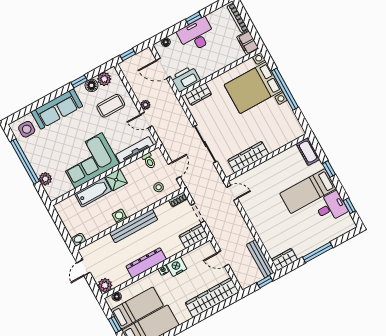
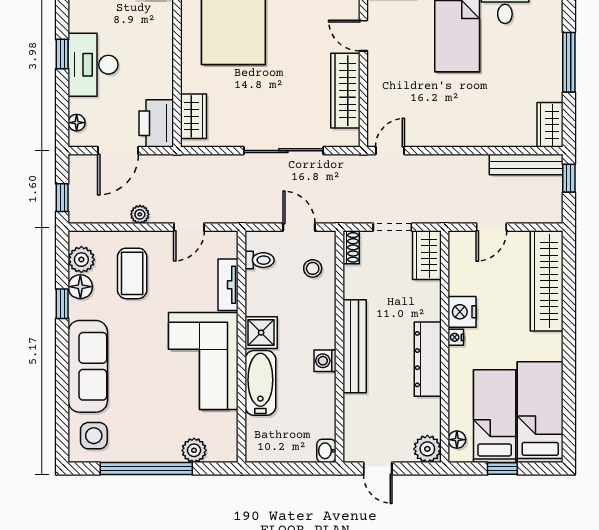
plant: (145, 105) -> (140, 214), moved
tv unit: (135, 150) -> (228, 285), width x0.71
door: (278, 152) -> (363, 36), added

